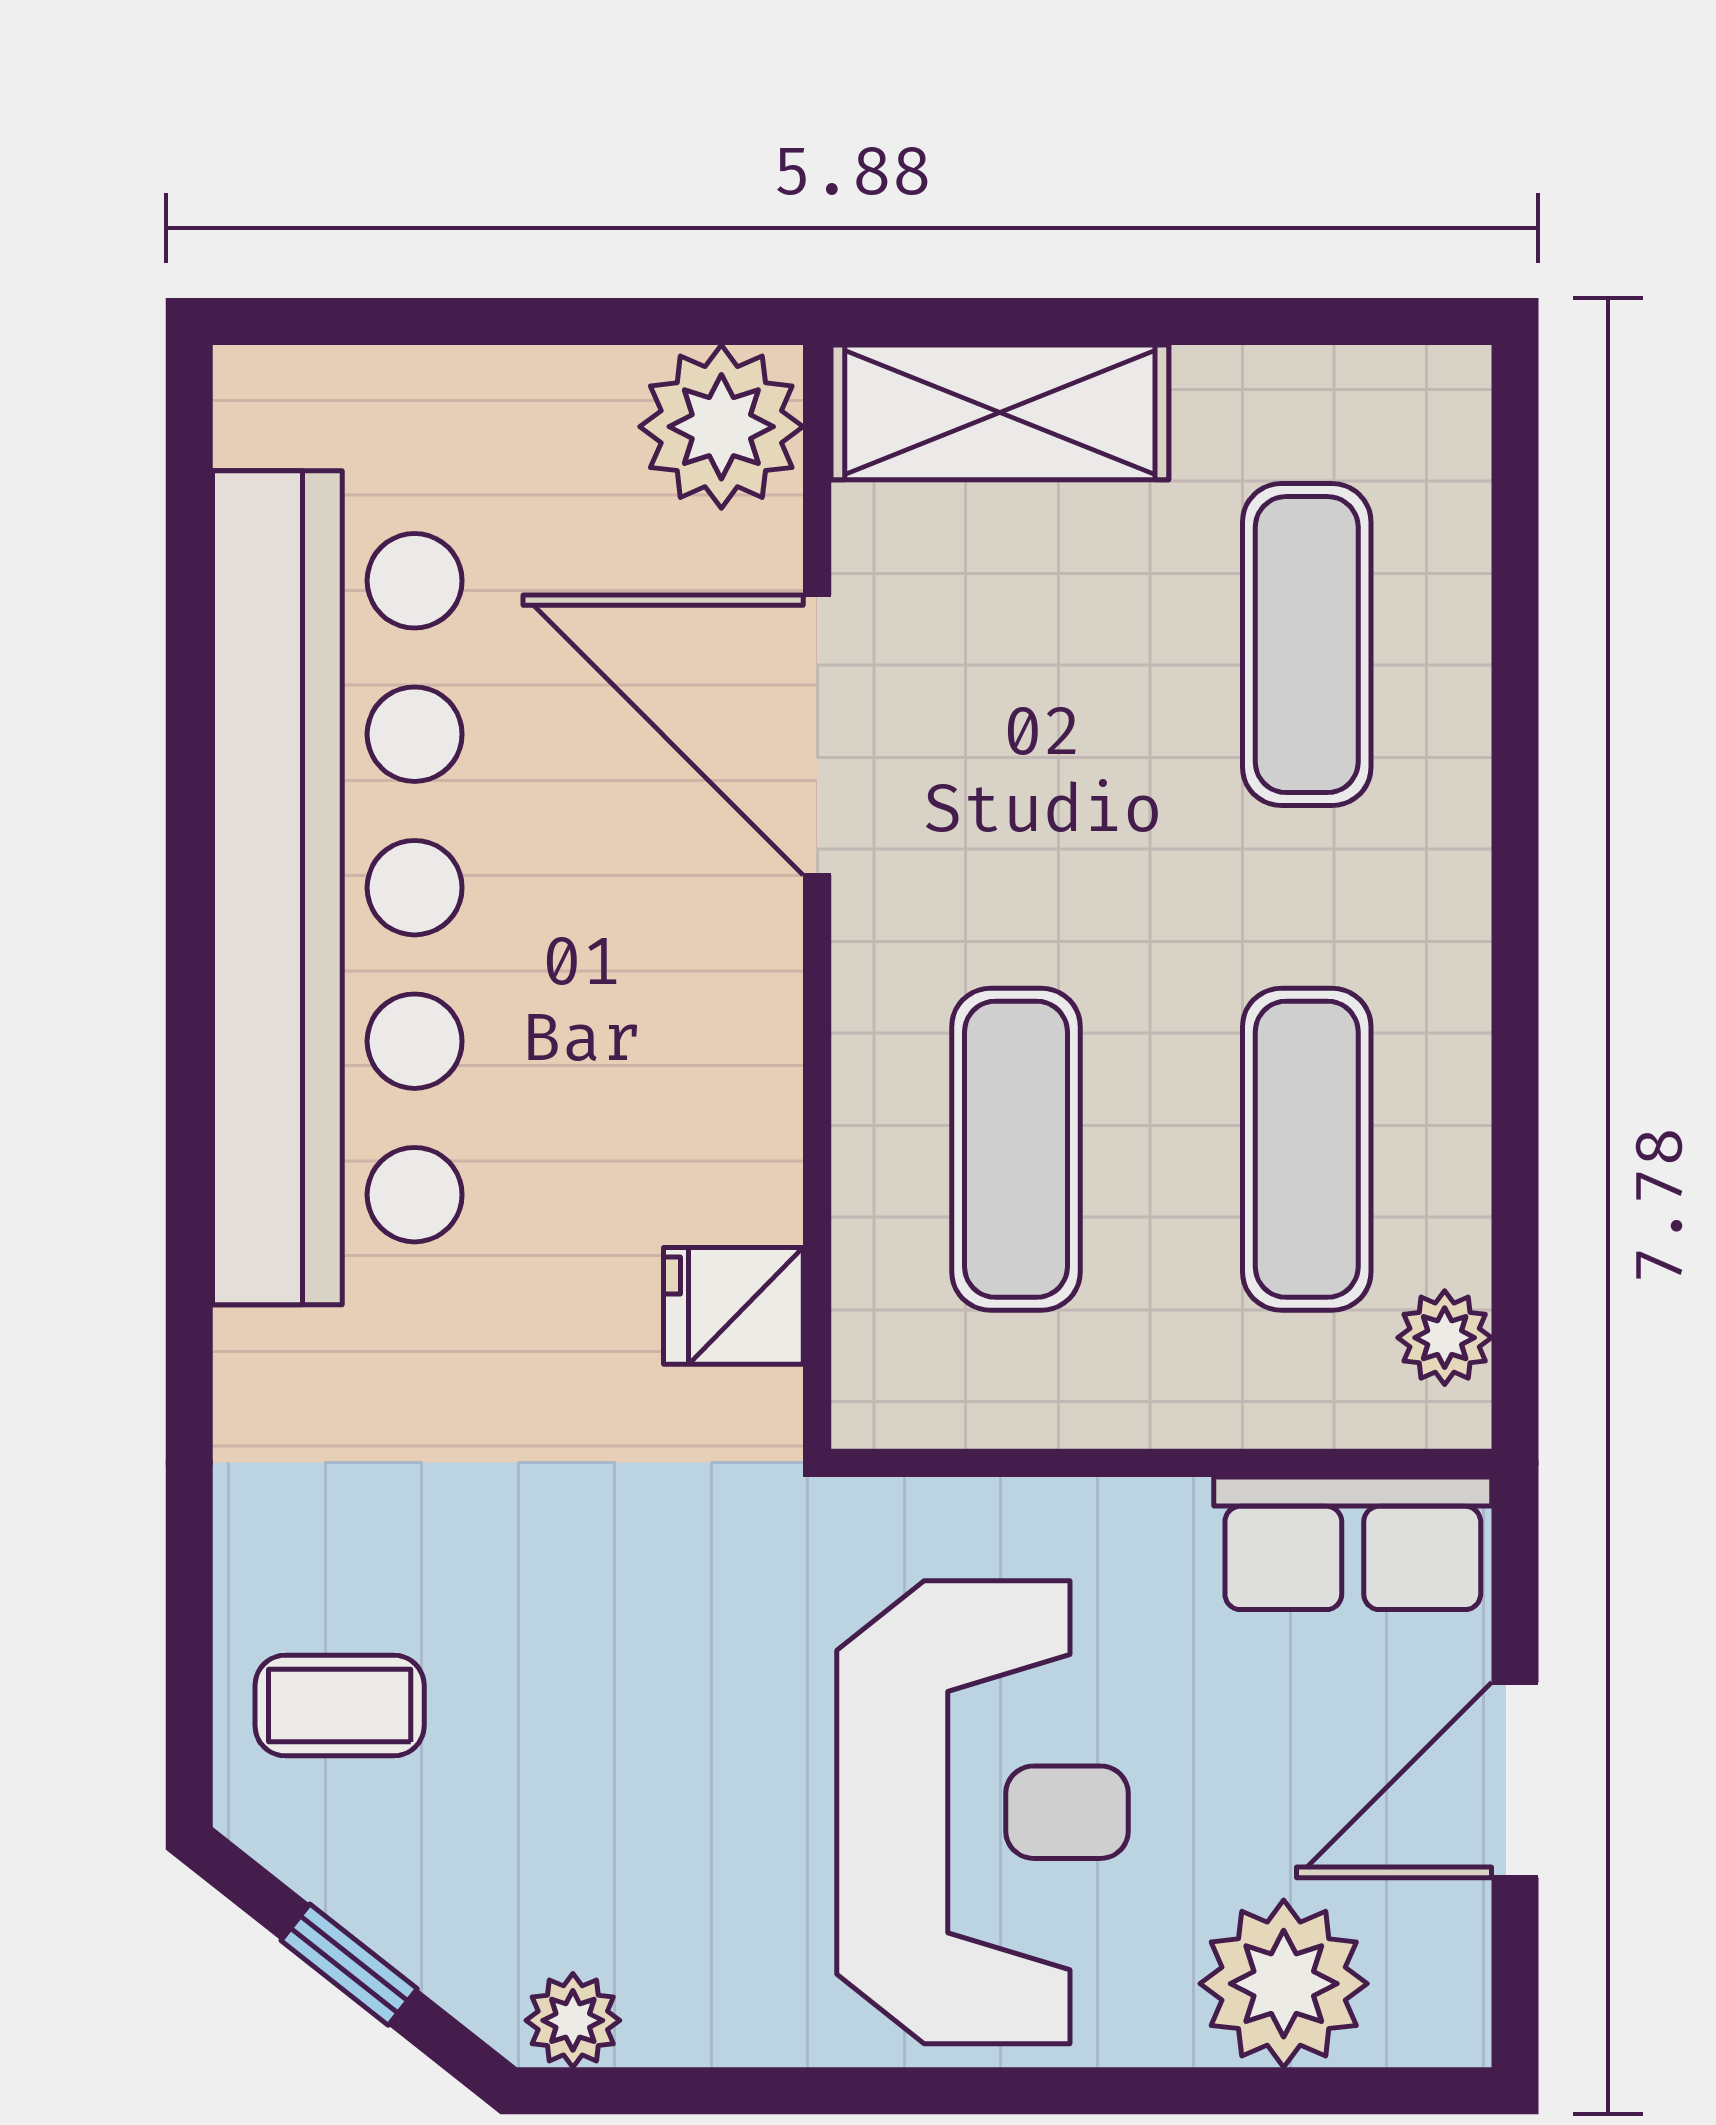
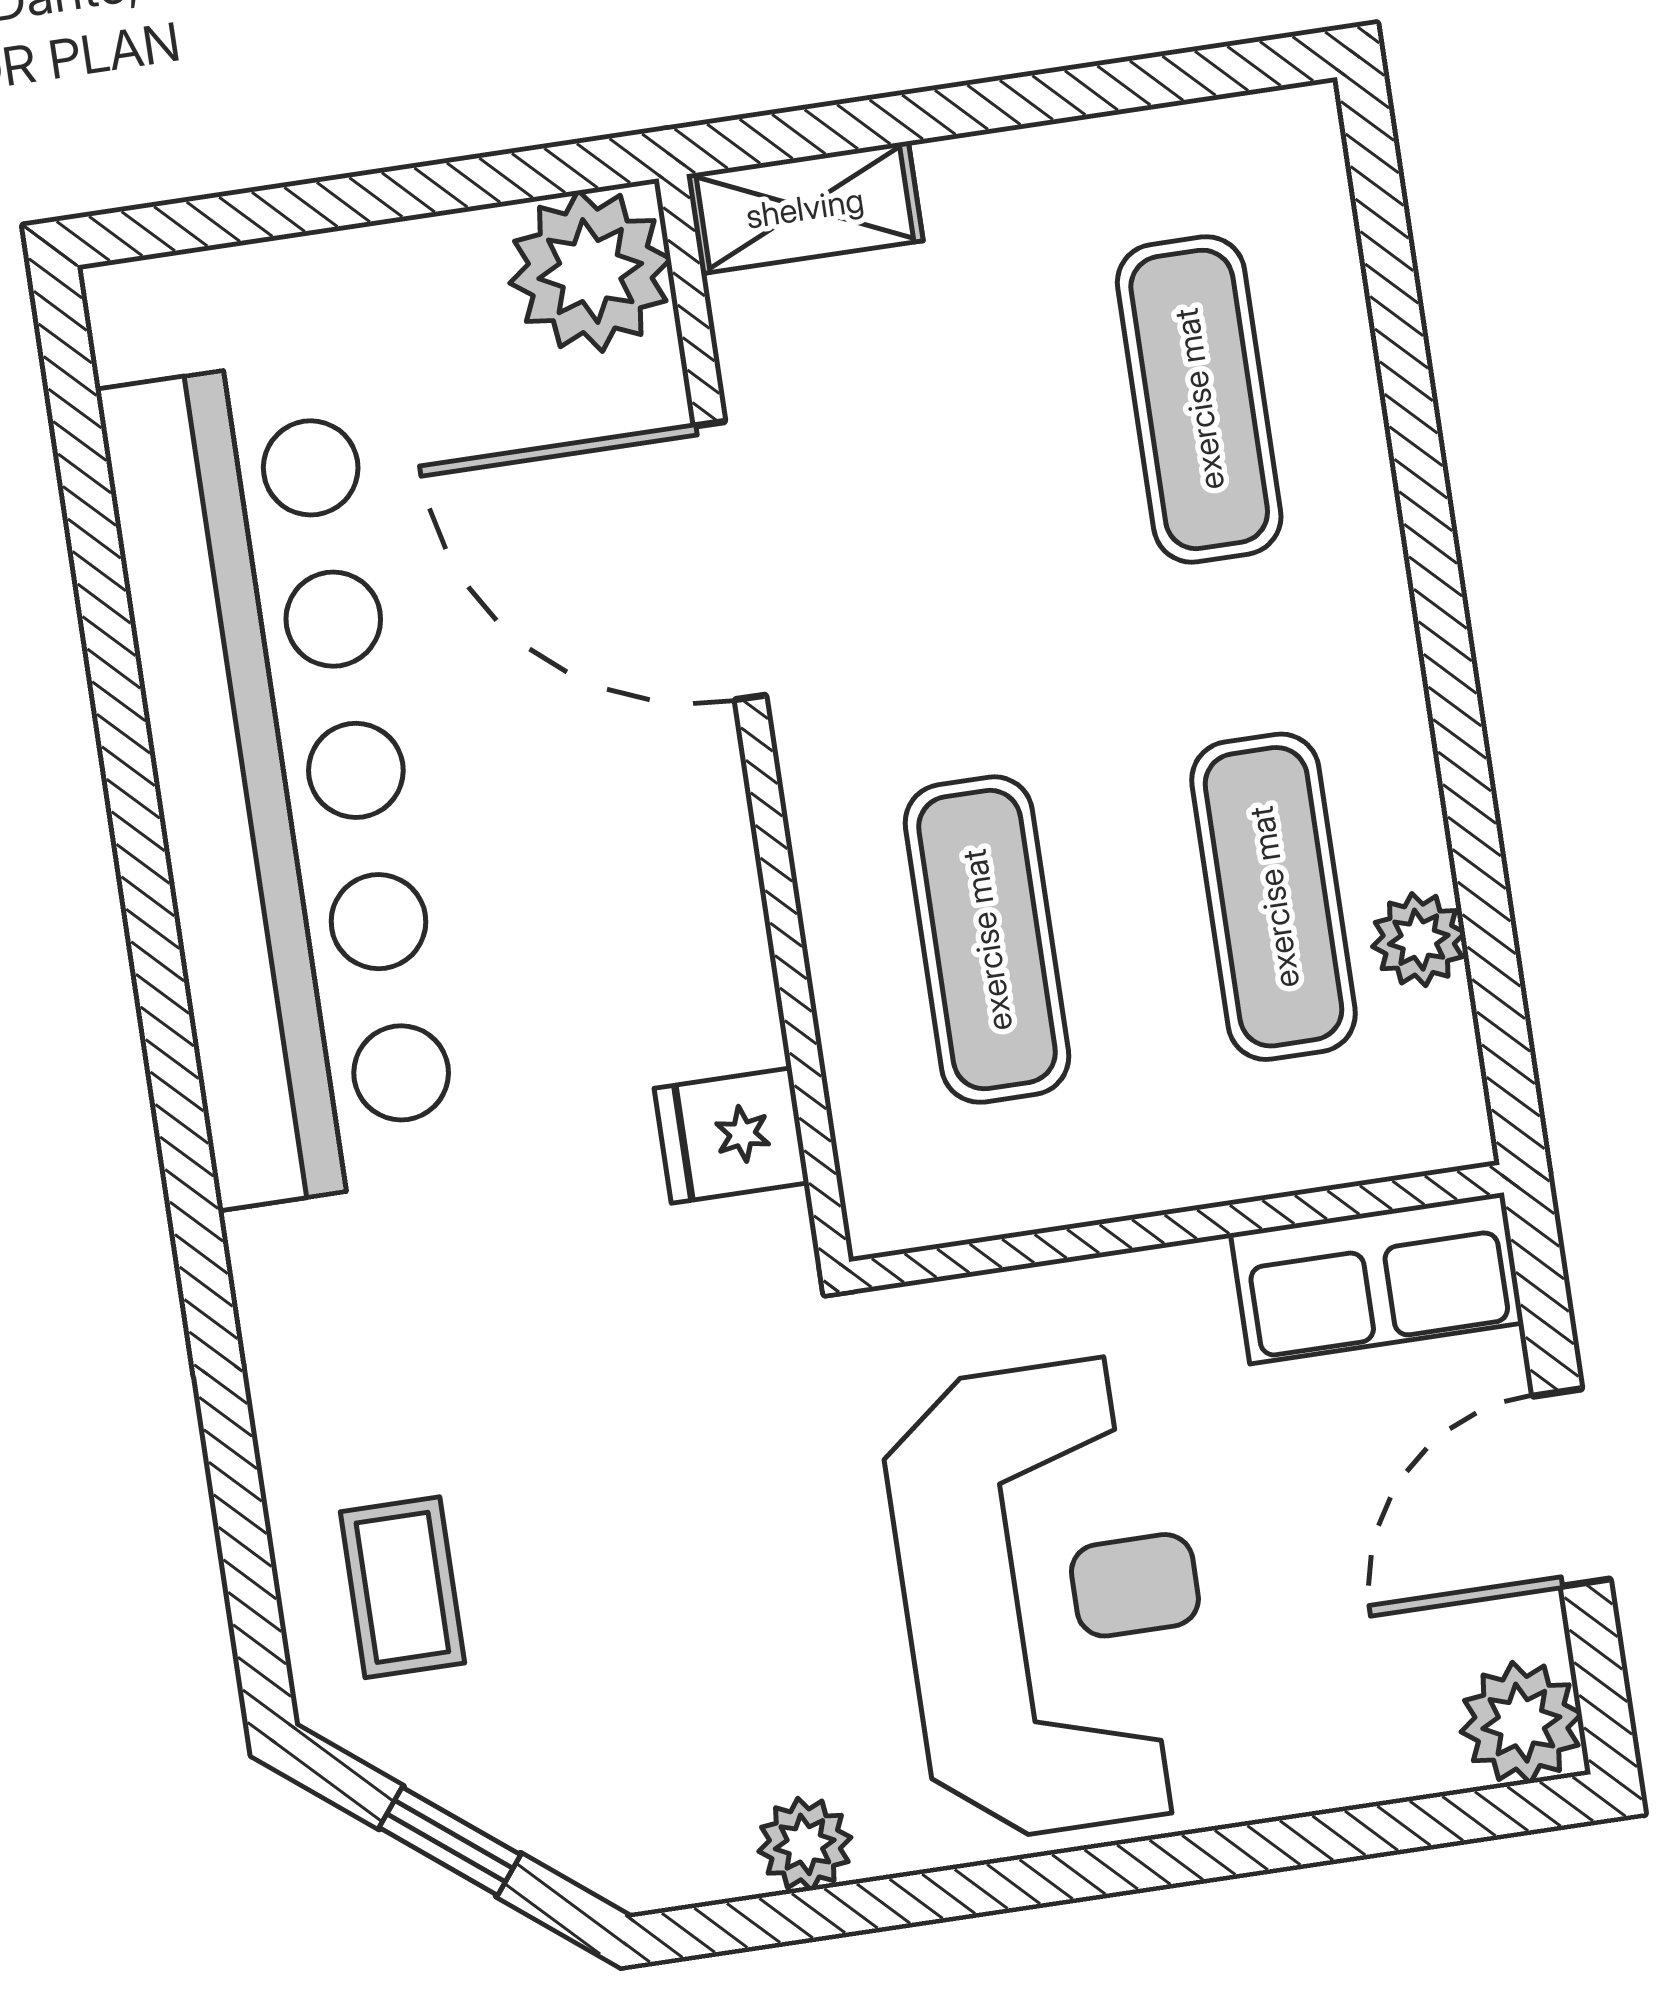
shelving: (1000, 412) -> (805, 208), width x0.67, depth x0.75
plant: (1445, 1338) -> (1419, 940), moved
coffee table: (340, 1706) -> (402, 1587), turned 90
plant: (1284, 1984) -> (1521, 1723), moved, width x0.73, depth x0.73
plant: (573, 2020) -> (805, 1844), moved

